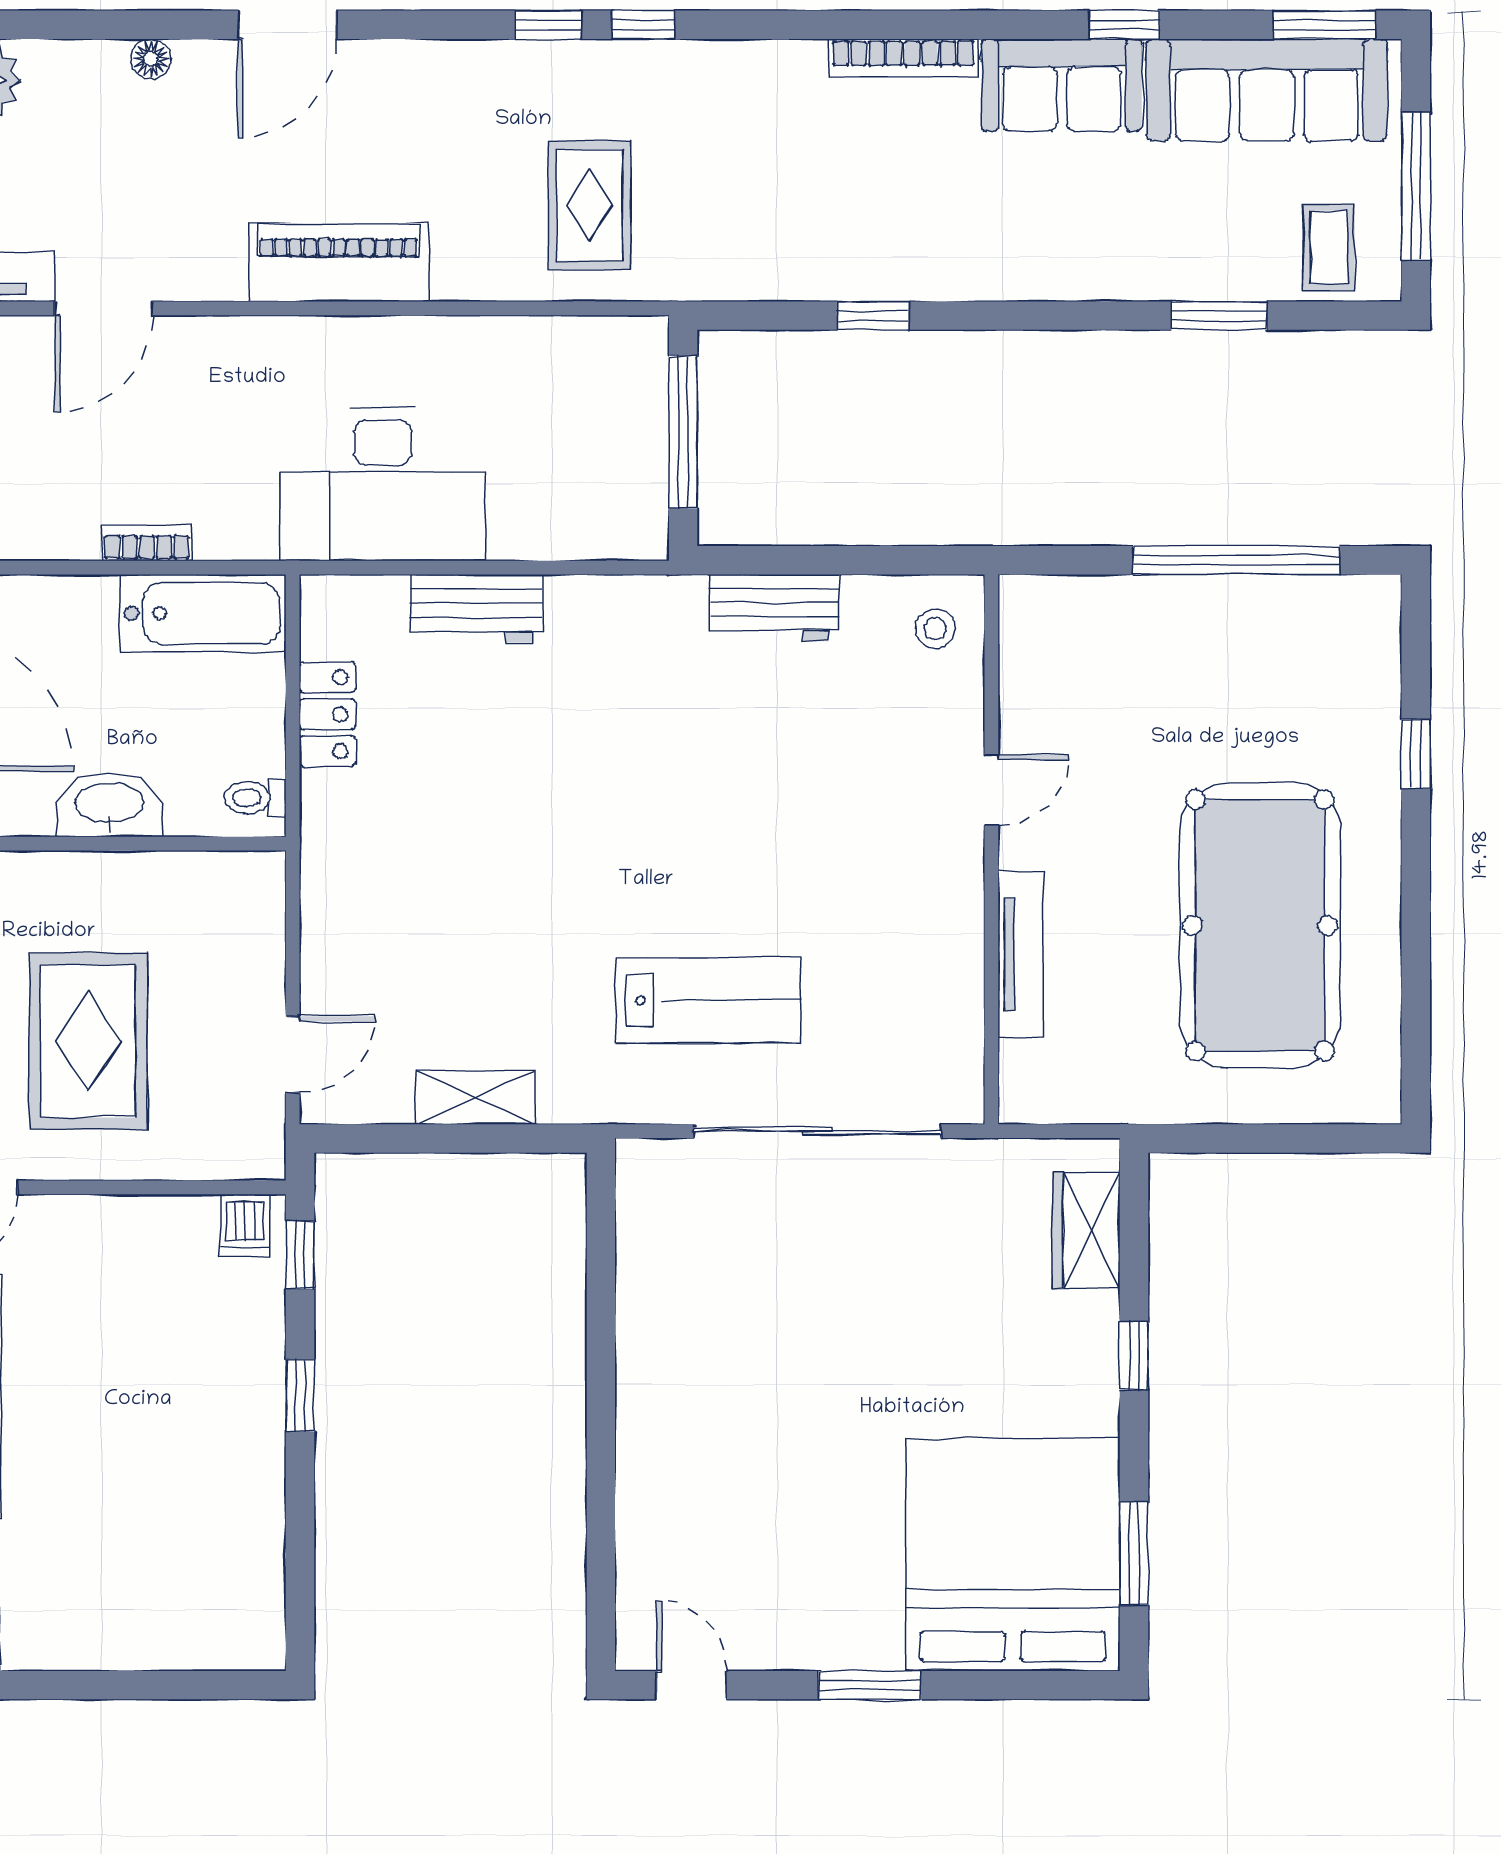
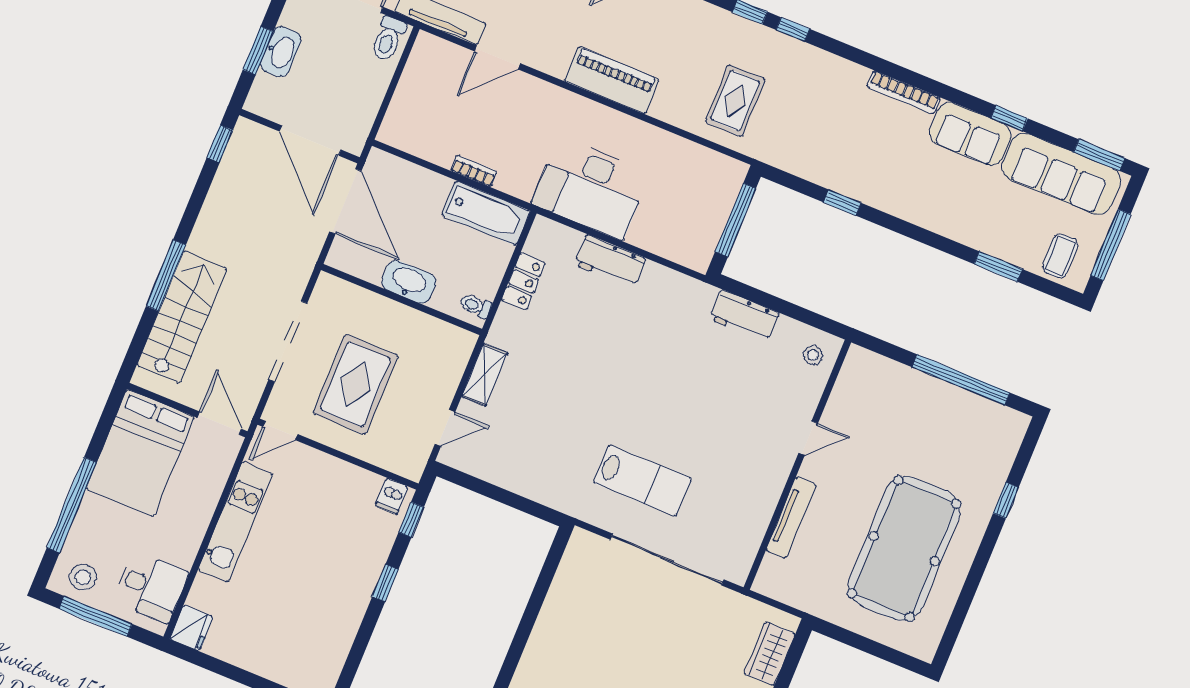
shelving: (475, 1098) -> (484, 375), moved, turned 90

